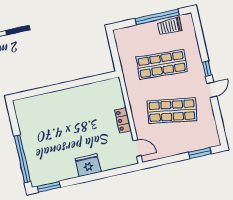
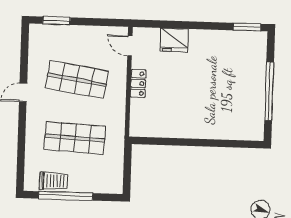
window: (207, 69) -> (22, 119), removed
window: (22, 159) -> (269, 91), moved
fridge: (88, 165) -> (174, 40), moved

